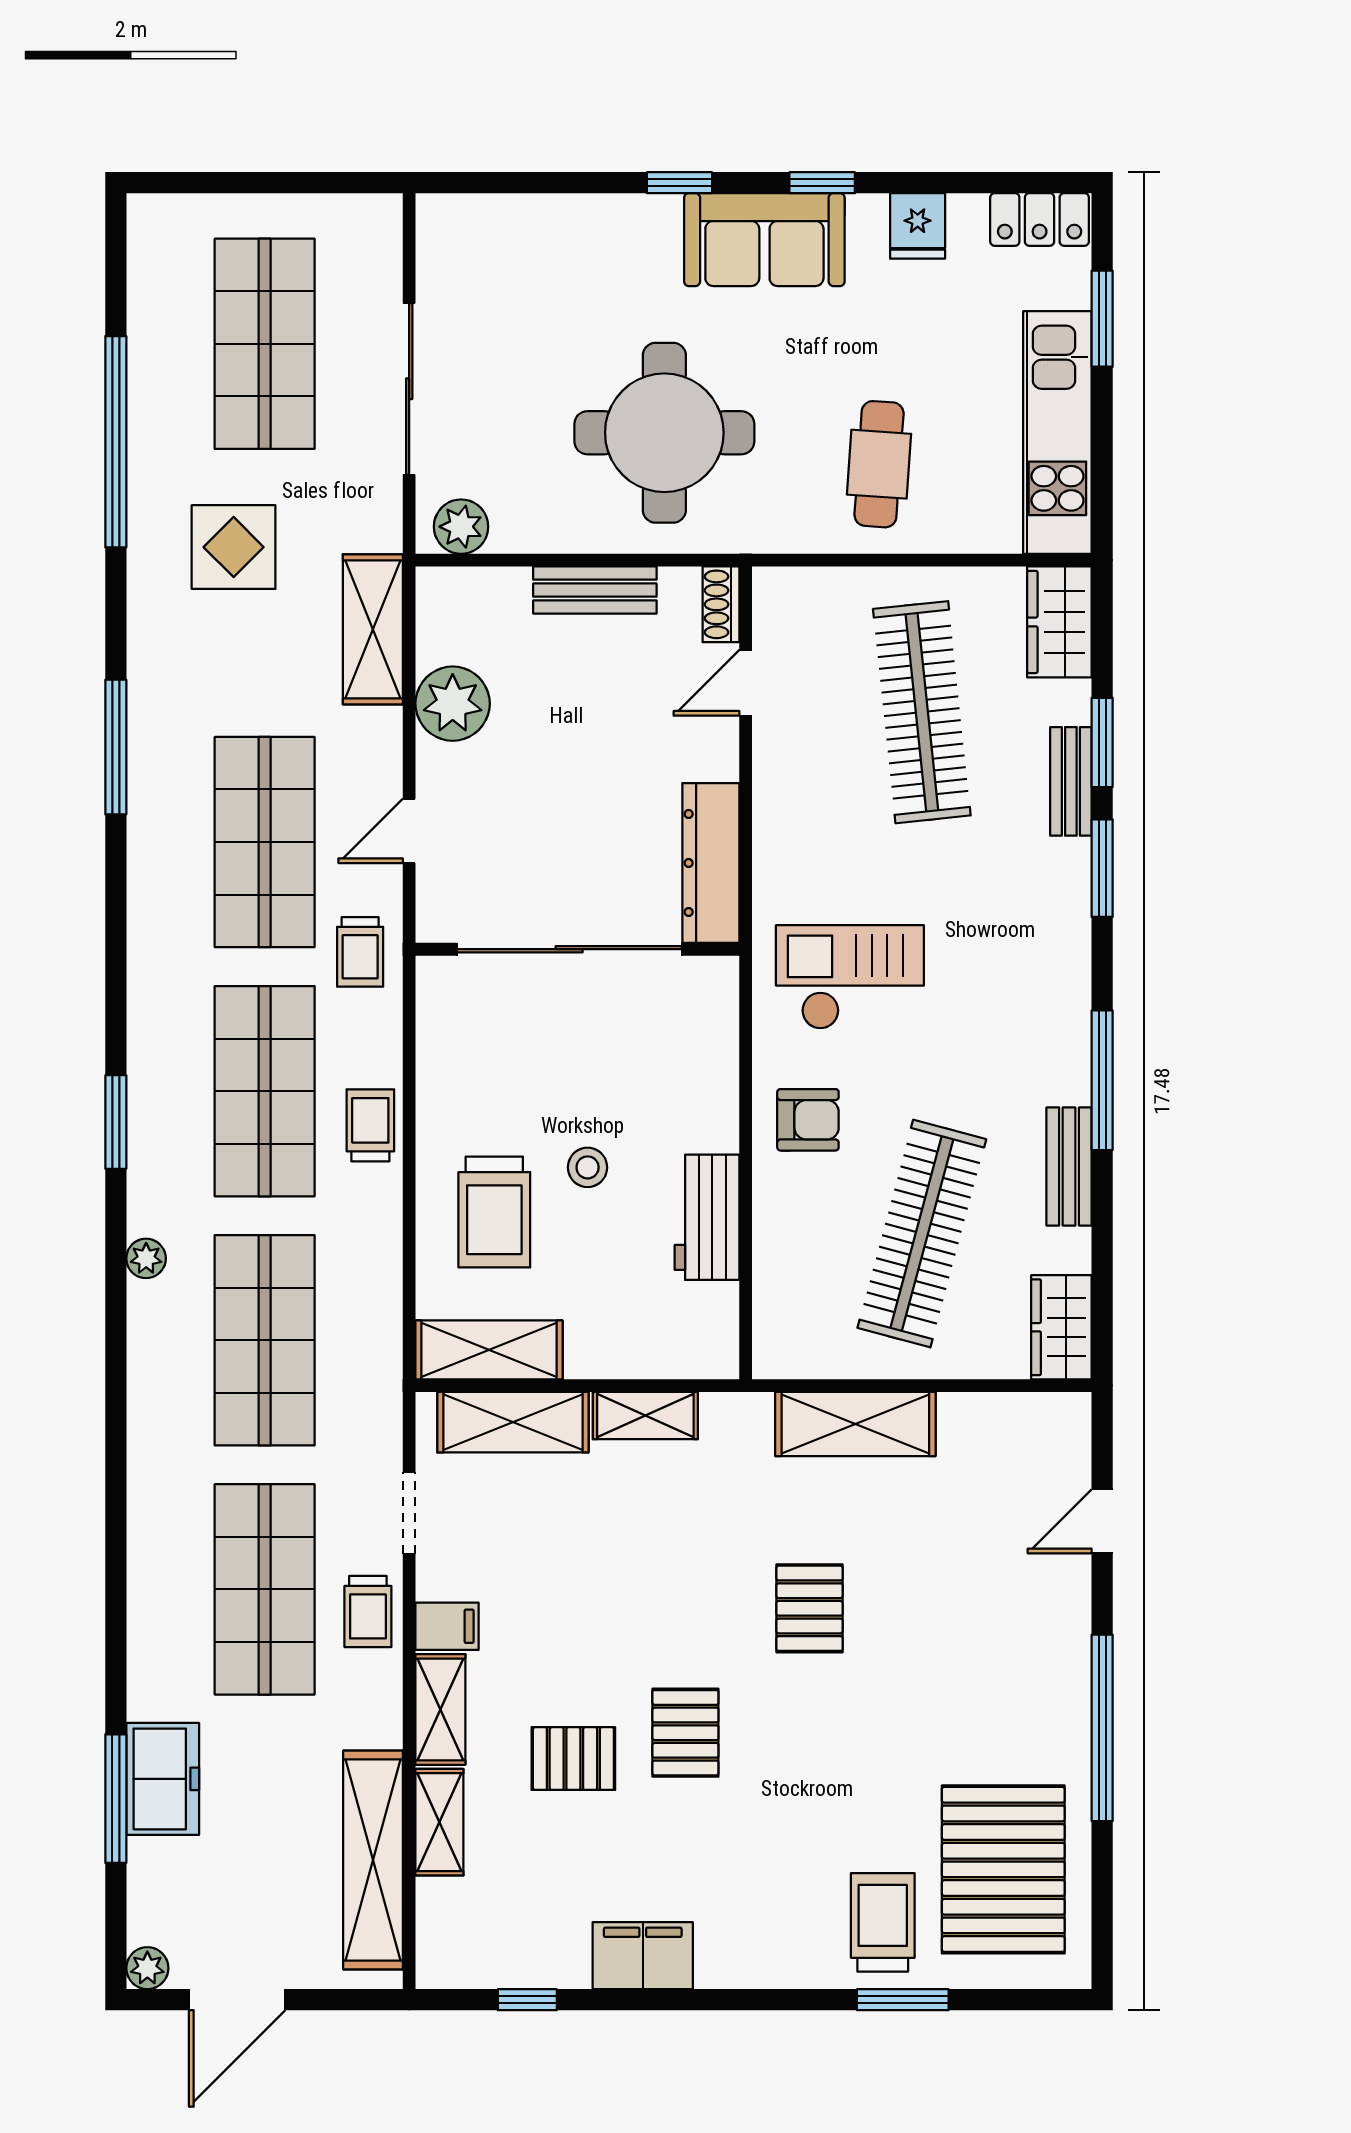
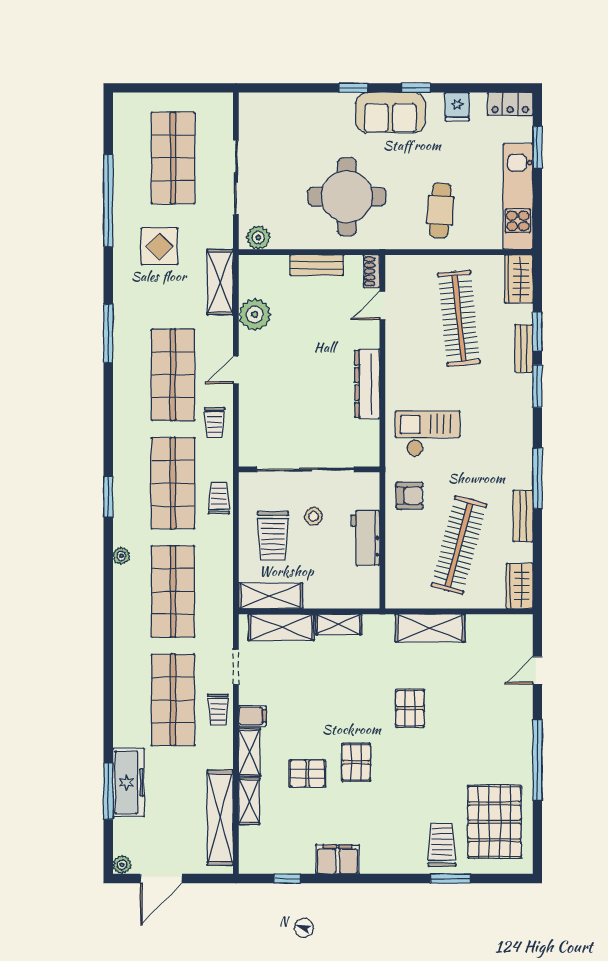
sliding door: (569, 949) -> (305, 469), moved
wall: (577, 949) -> (309, 469), moved
freezer: (163, 1779) -> (129, 782), width x1.40

